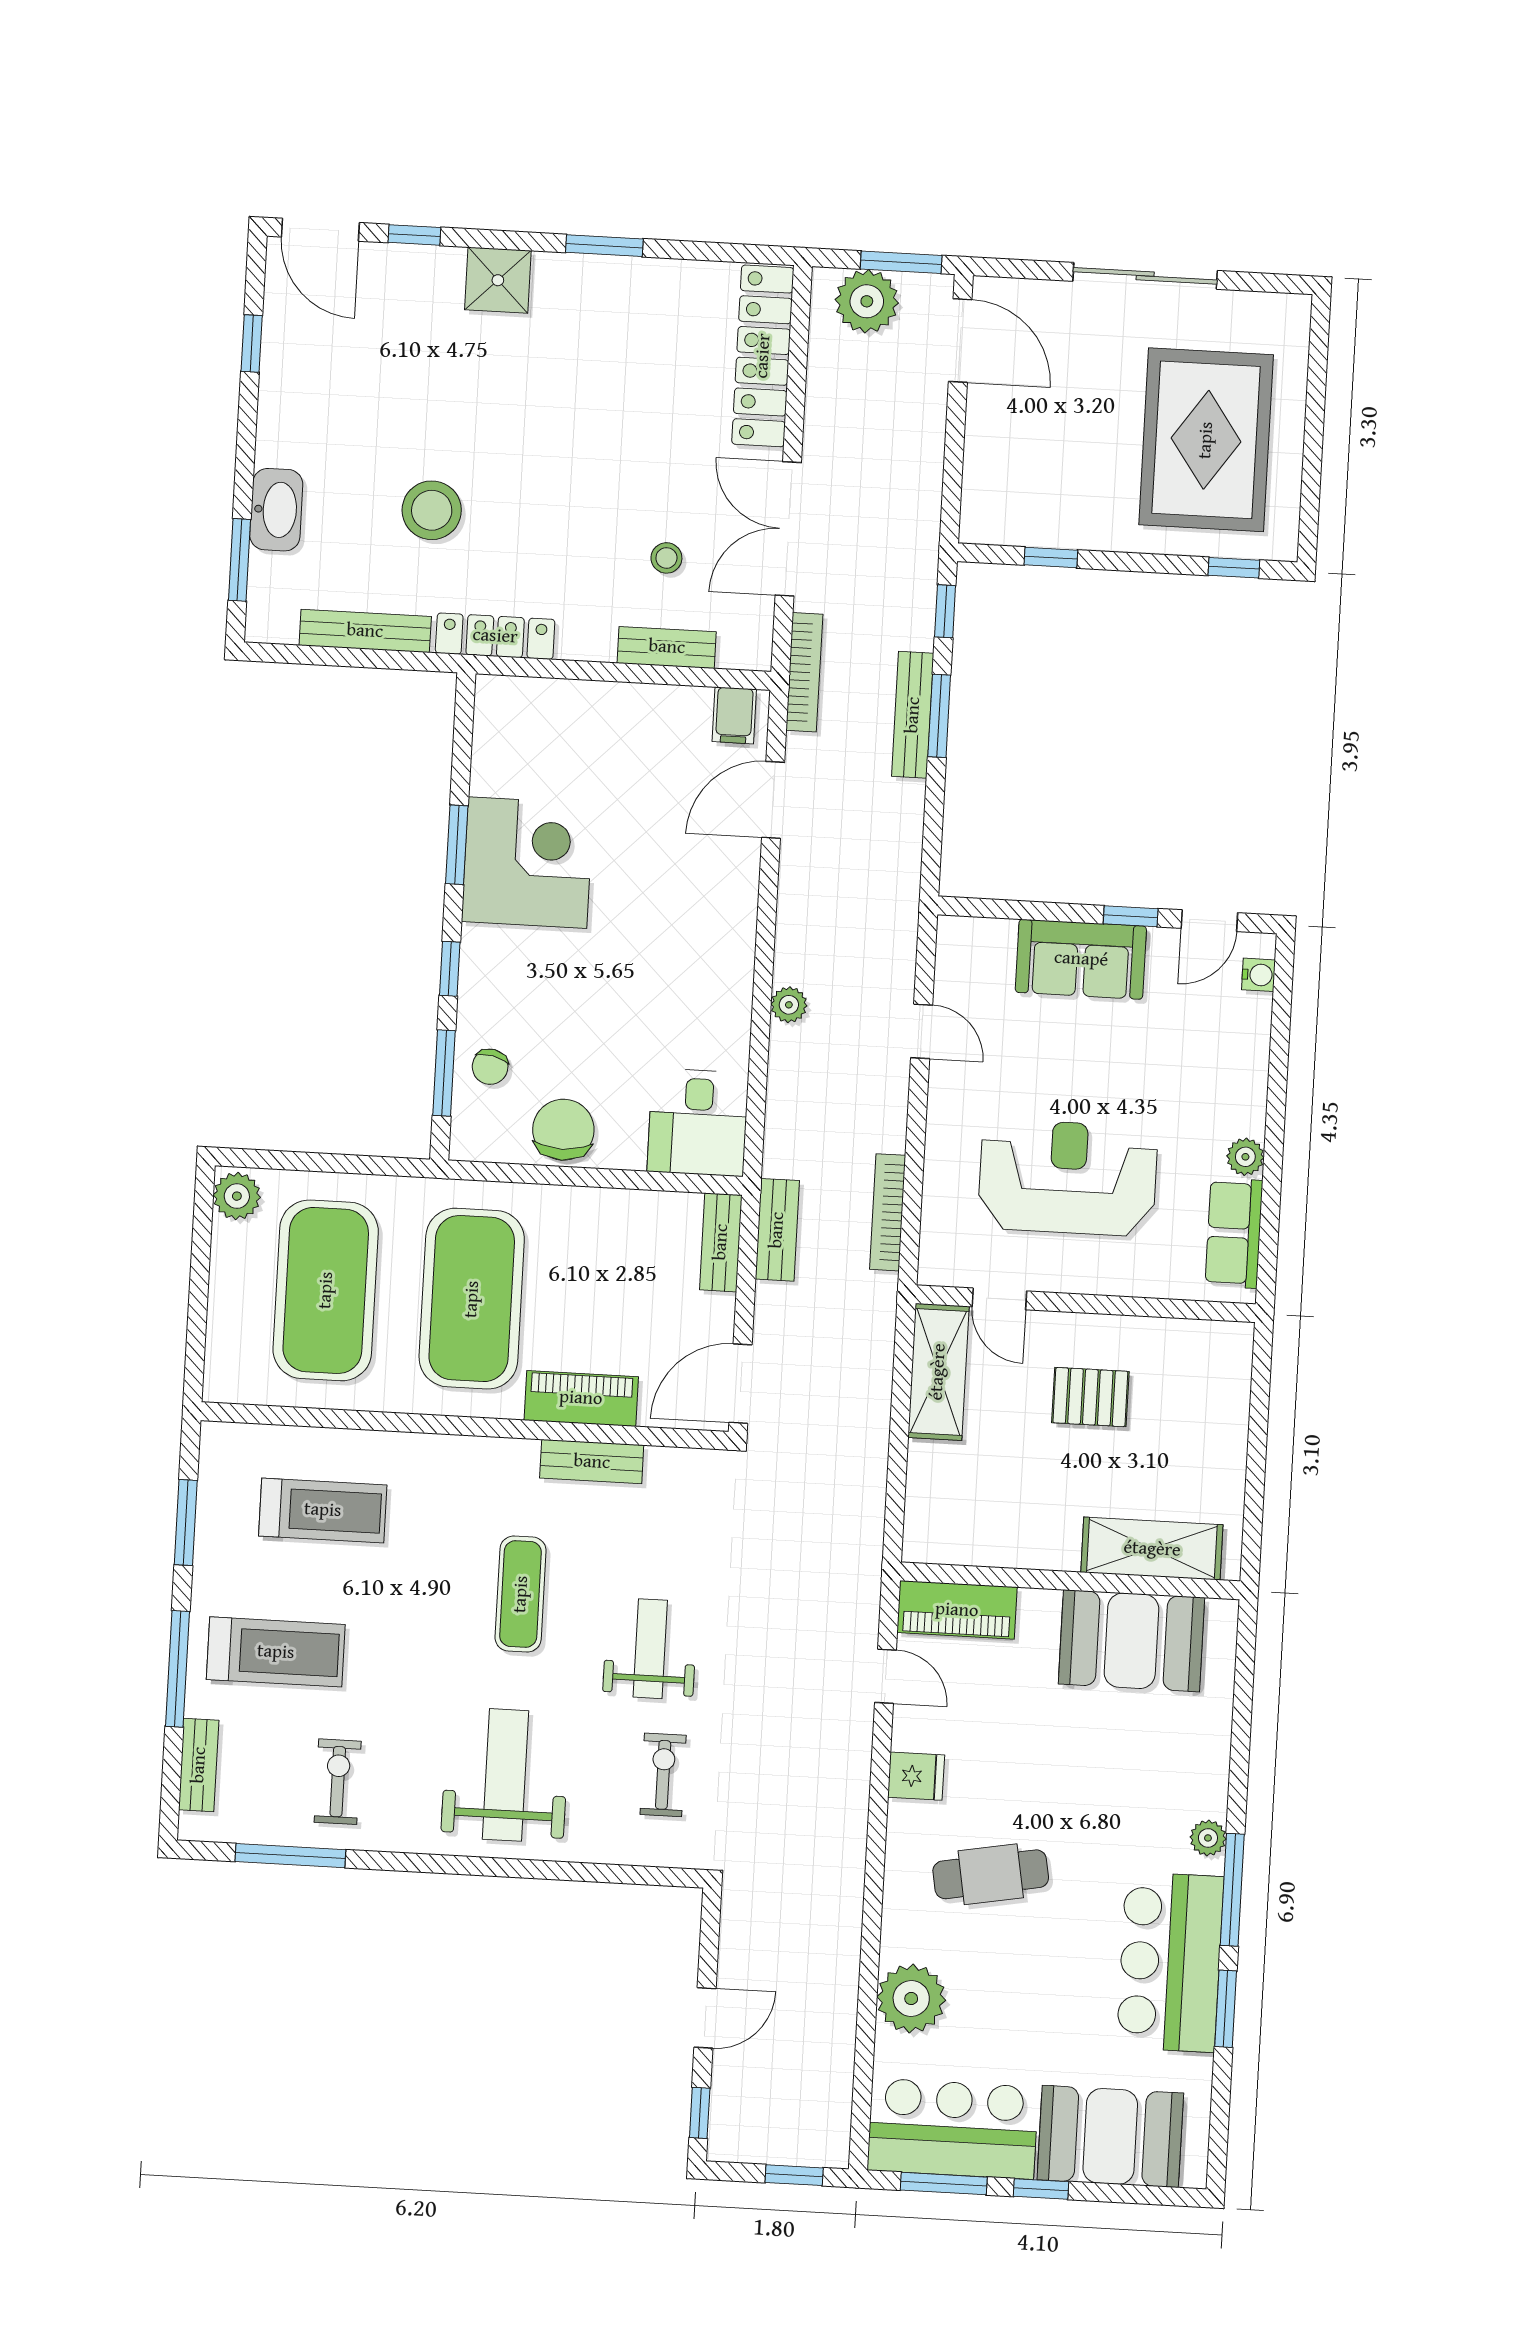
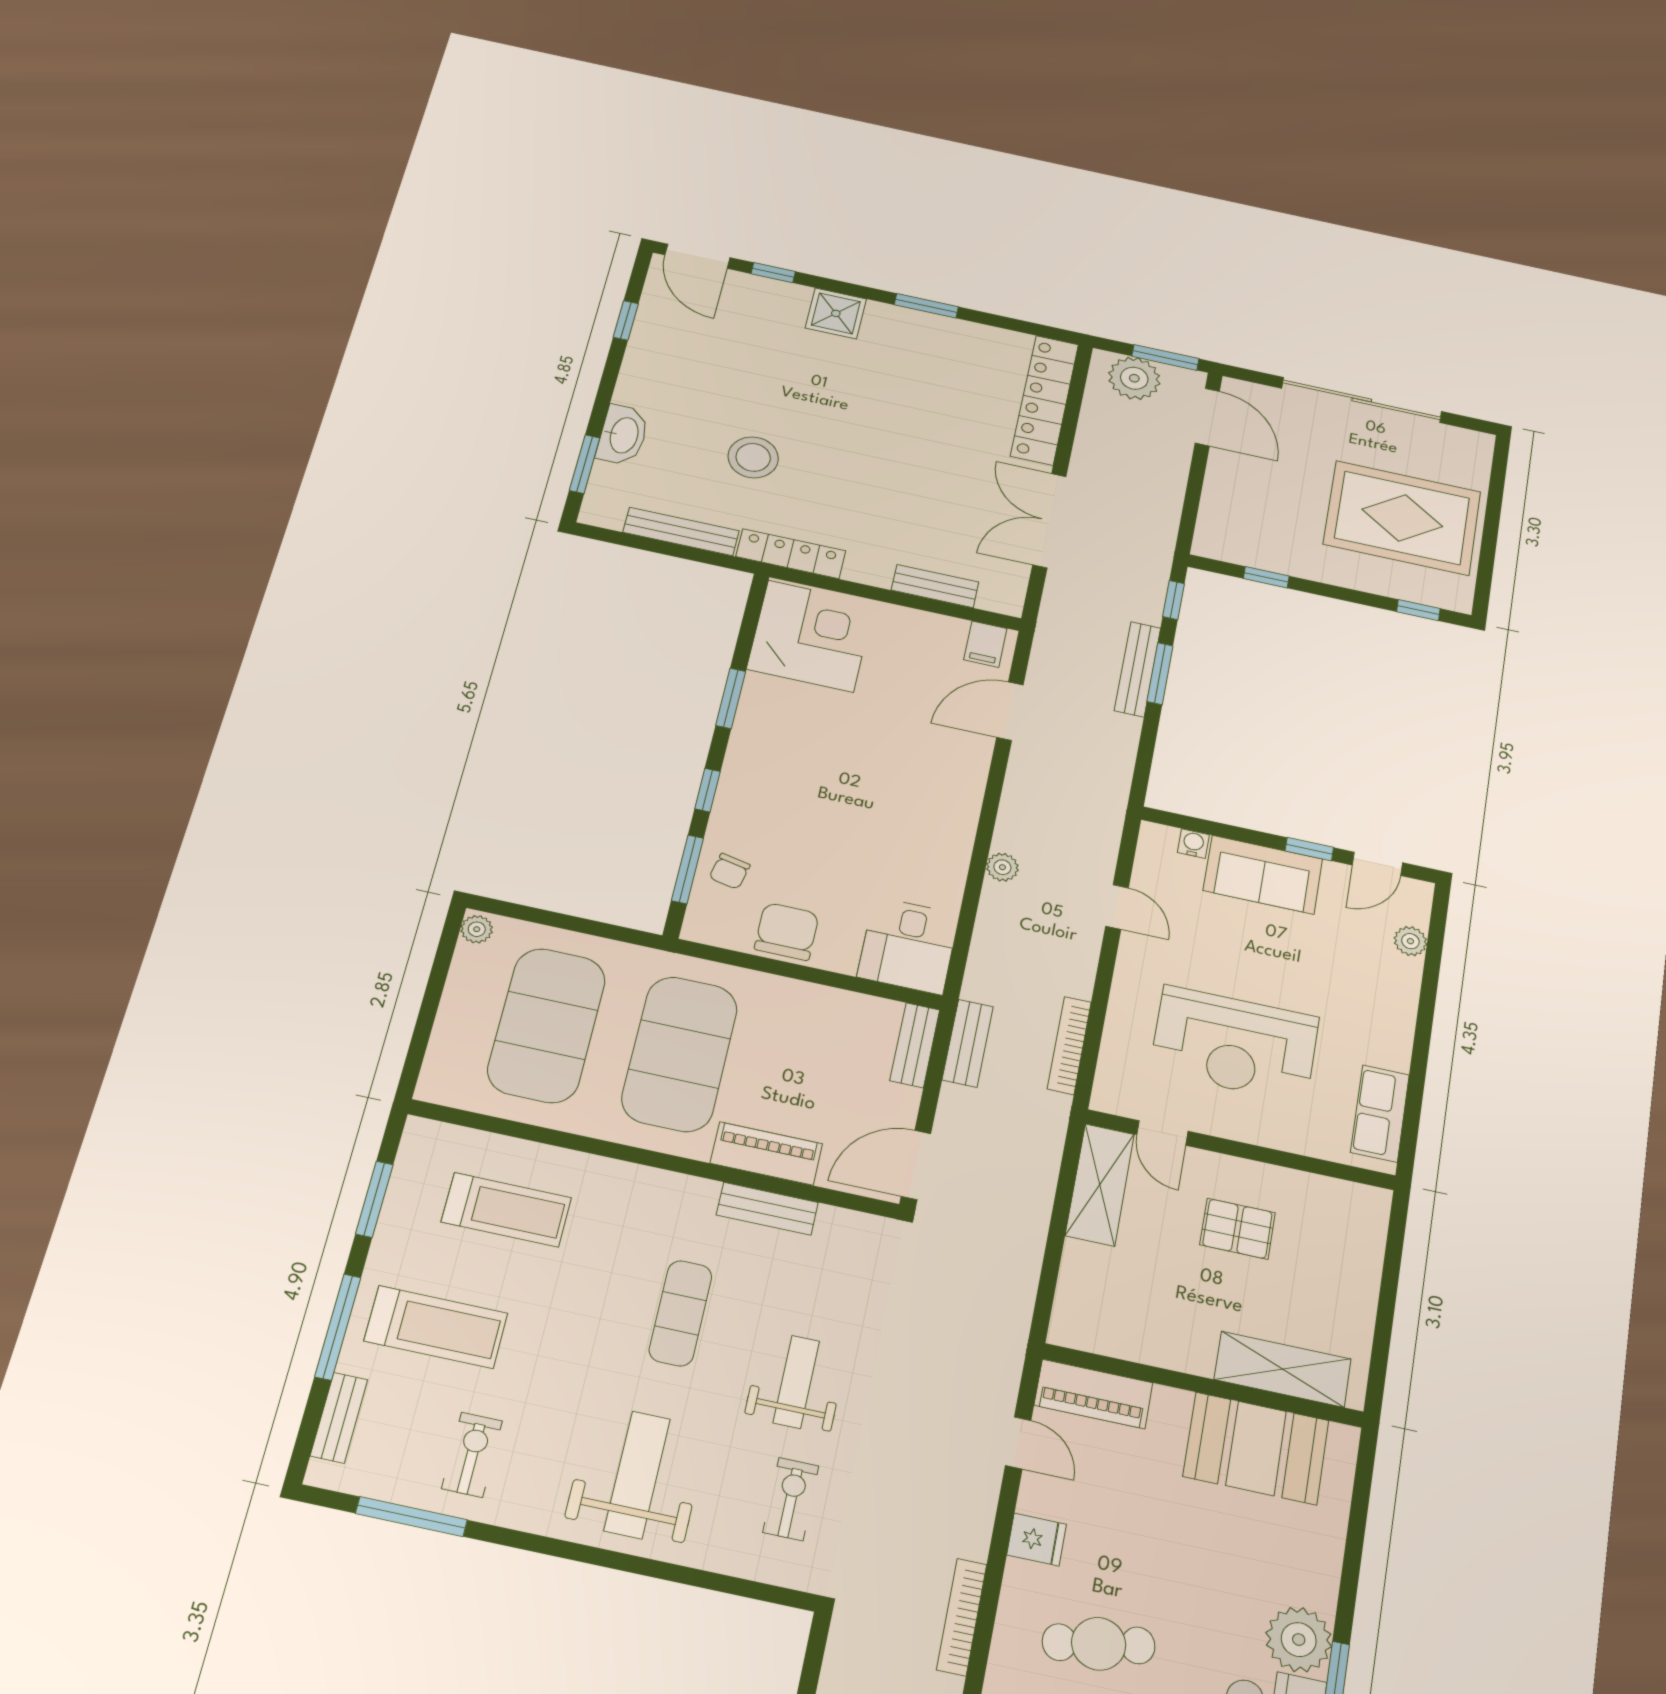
sliding door: (1145, 276) -> (1362, 400), width x1.36
rug: (1206, 440) -> (1402, 518), turned 90
stool: (666, 558) -> (945, 523), removed
bookcase: (804, 672) -> (962, 1617), moved, turned 180
corner desk: (527, 863) -> (811, 636), moved
water cooler: (1258, 975) -> (1193, 843), moved, turned -90
plant: (1245, 1157) -> (1410, 941), moved
reception desk: (1068, 1178) -> (1235, 1044), turned 180
plant: (237, 1196) -> (477, 929), width x0.73, depth x0.73
plant: (1208, 1838) -> (1299, 1640), width x1.87, depth x1.87

